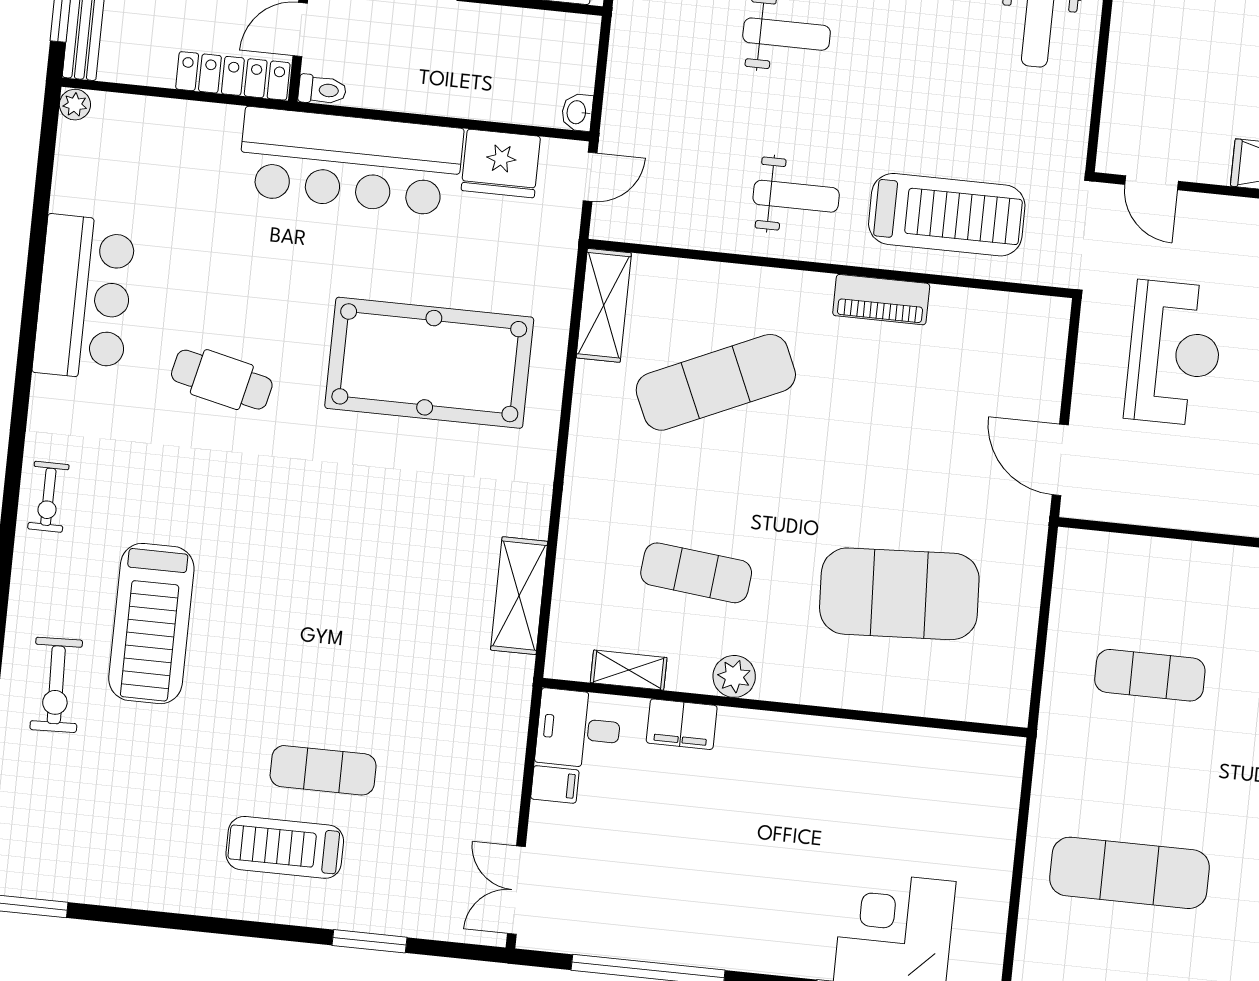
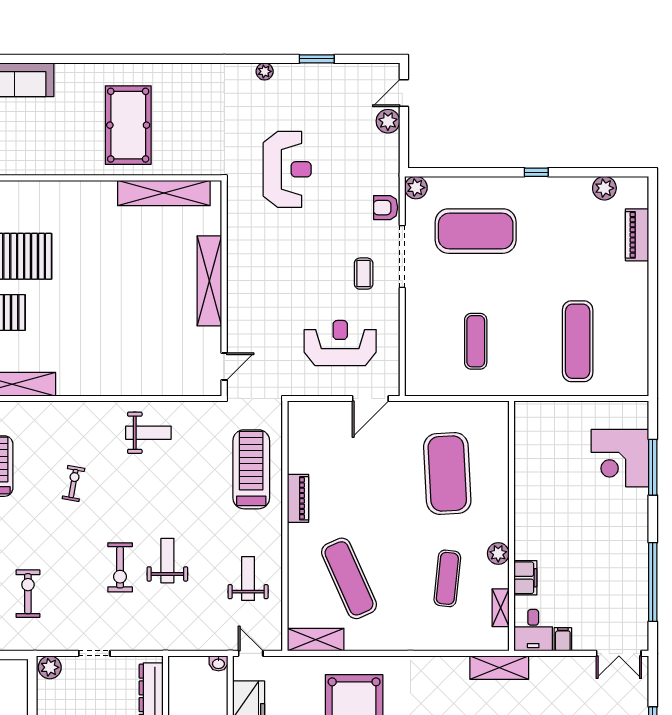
weight bench: (796, 196) -> (248, 578), moved
reception desk: (1174, 353) -> (340, 343), moved
shelving: (519, 596) -> (499, 668), moved

